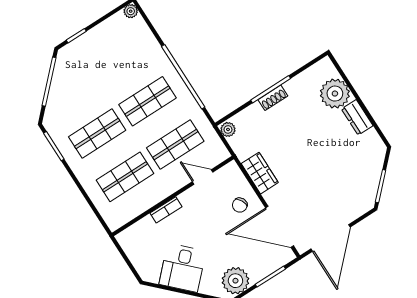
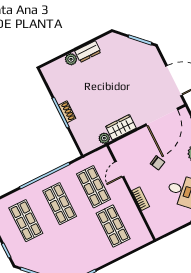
plant: (335, 94) -> (71, 59), width x0.53, depth x0.53
plant: (228, 129) -> (104, 138), moved
shop shelf: (97, 133) -> (26, 221), moved
chair: (240, 205) -> (157, 163), moved

